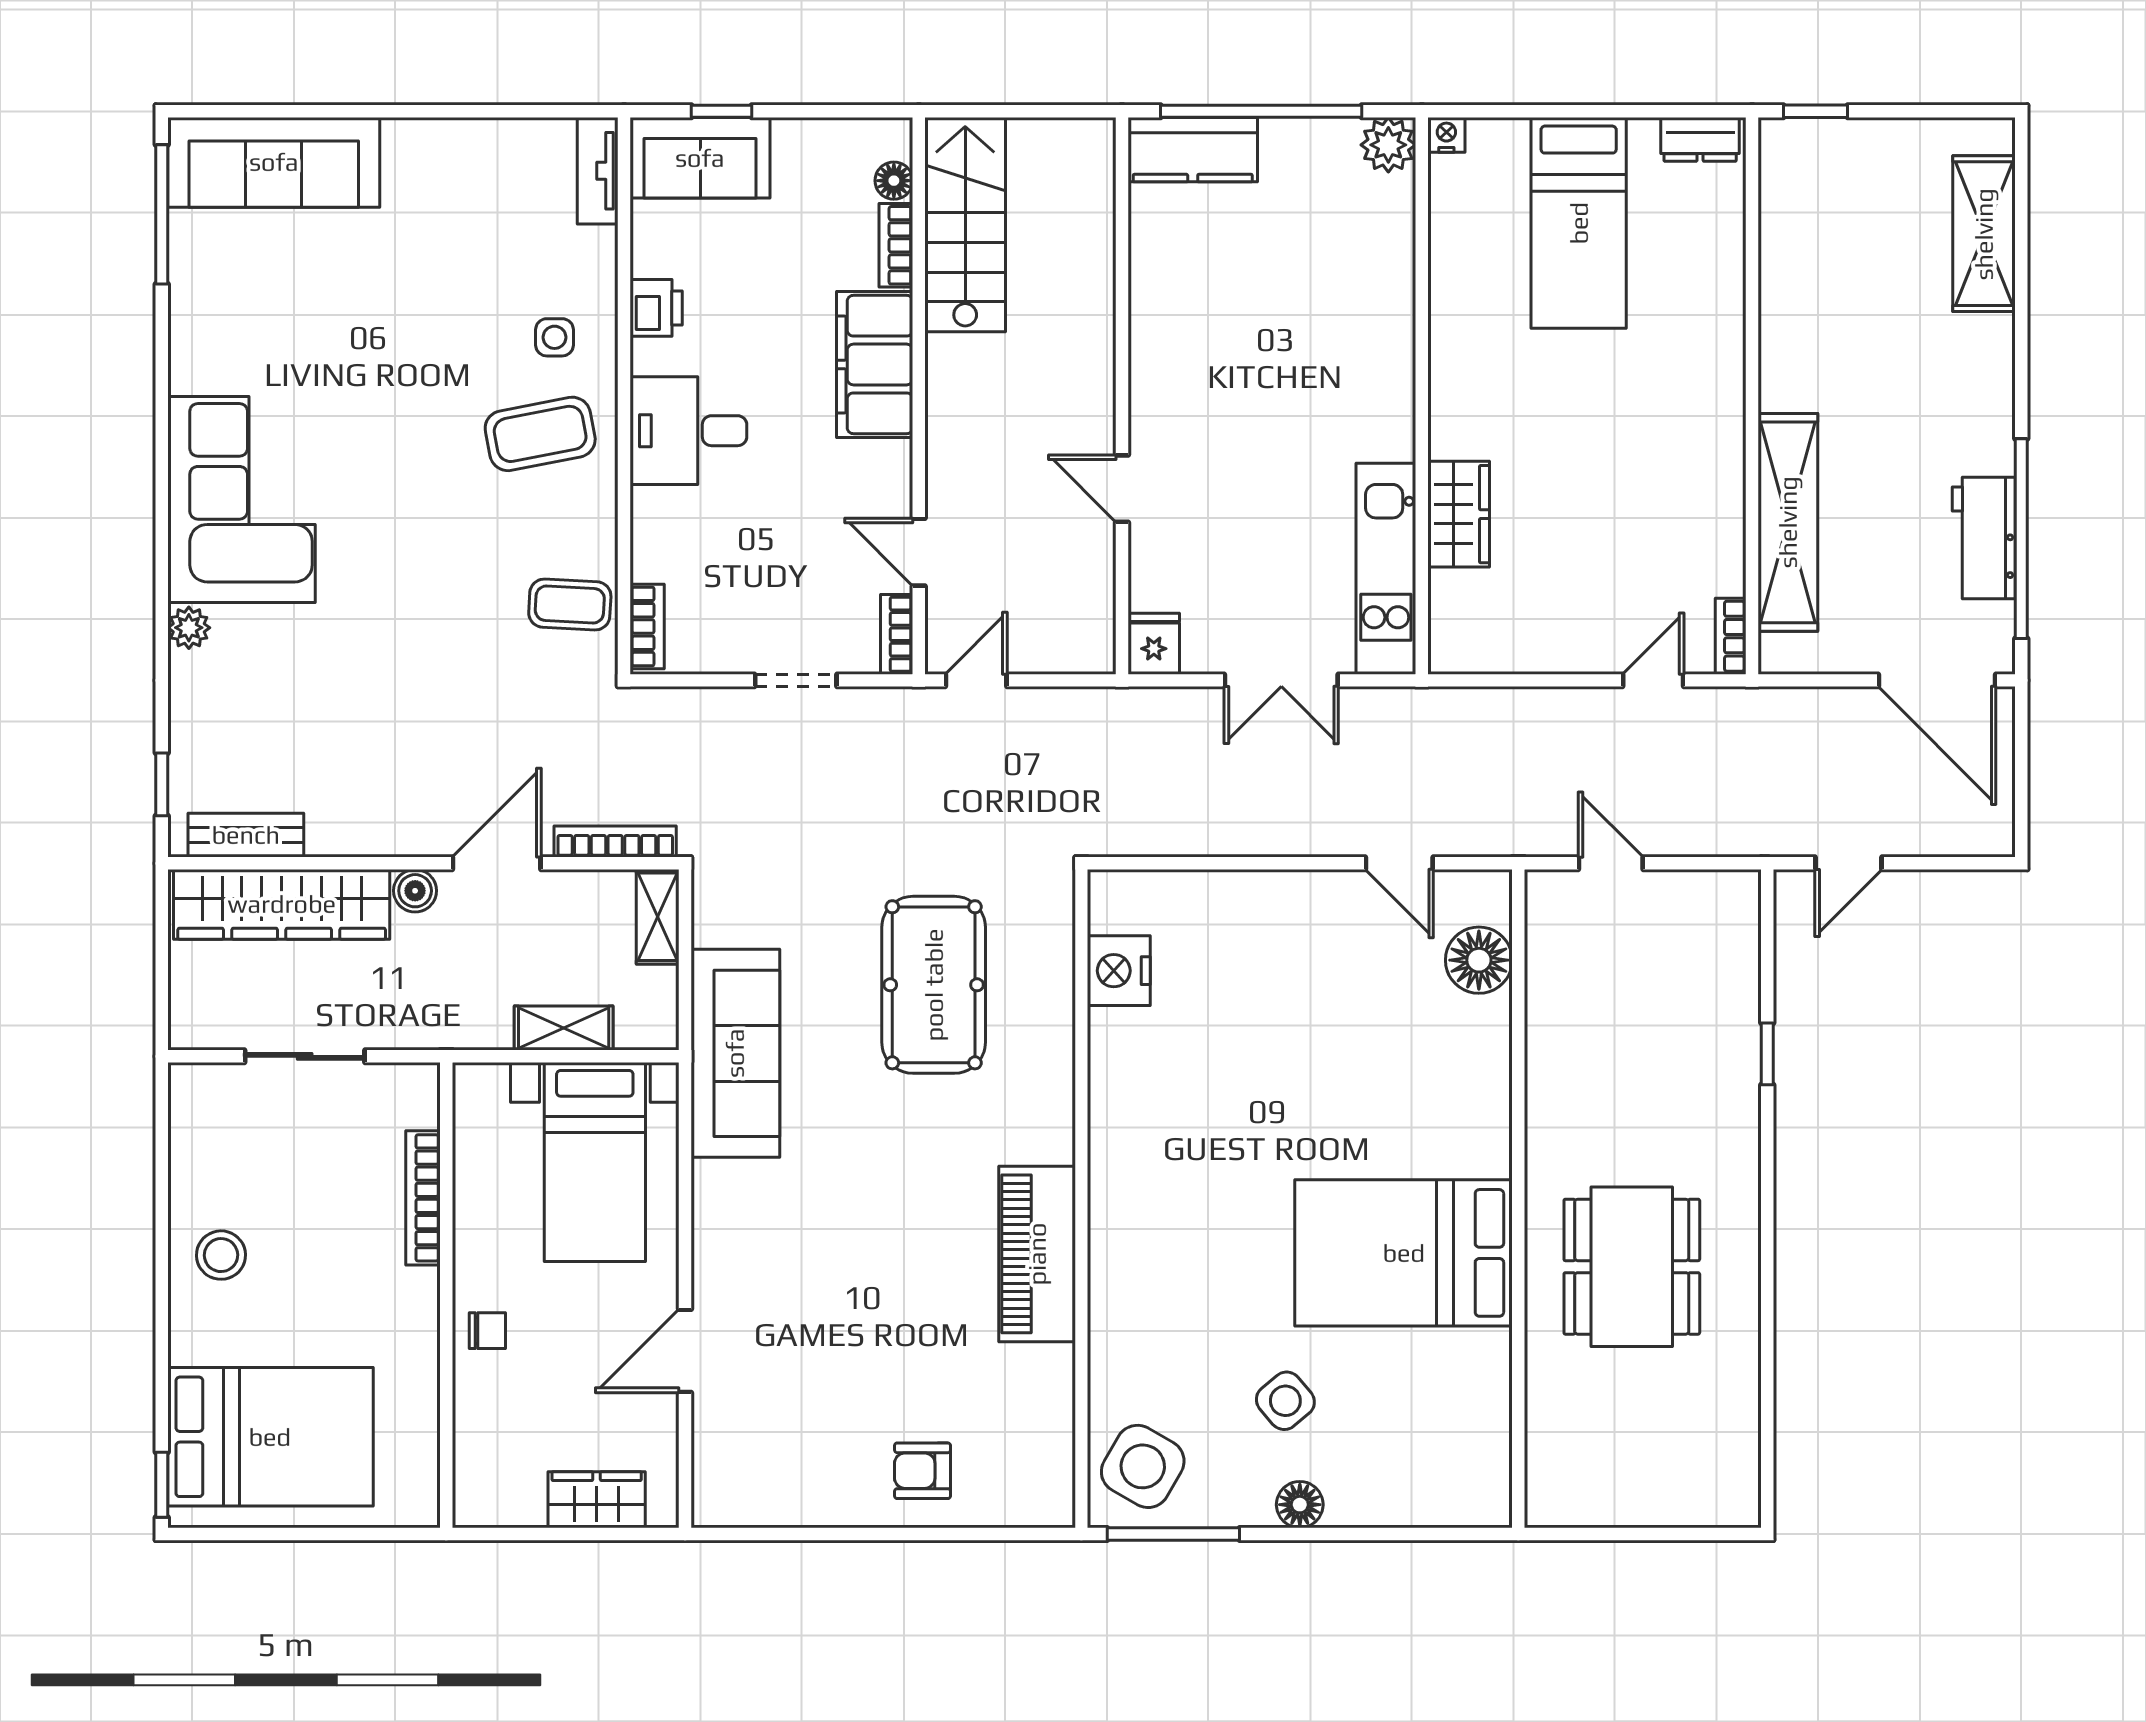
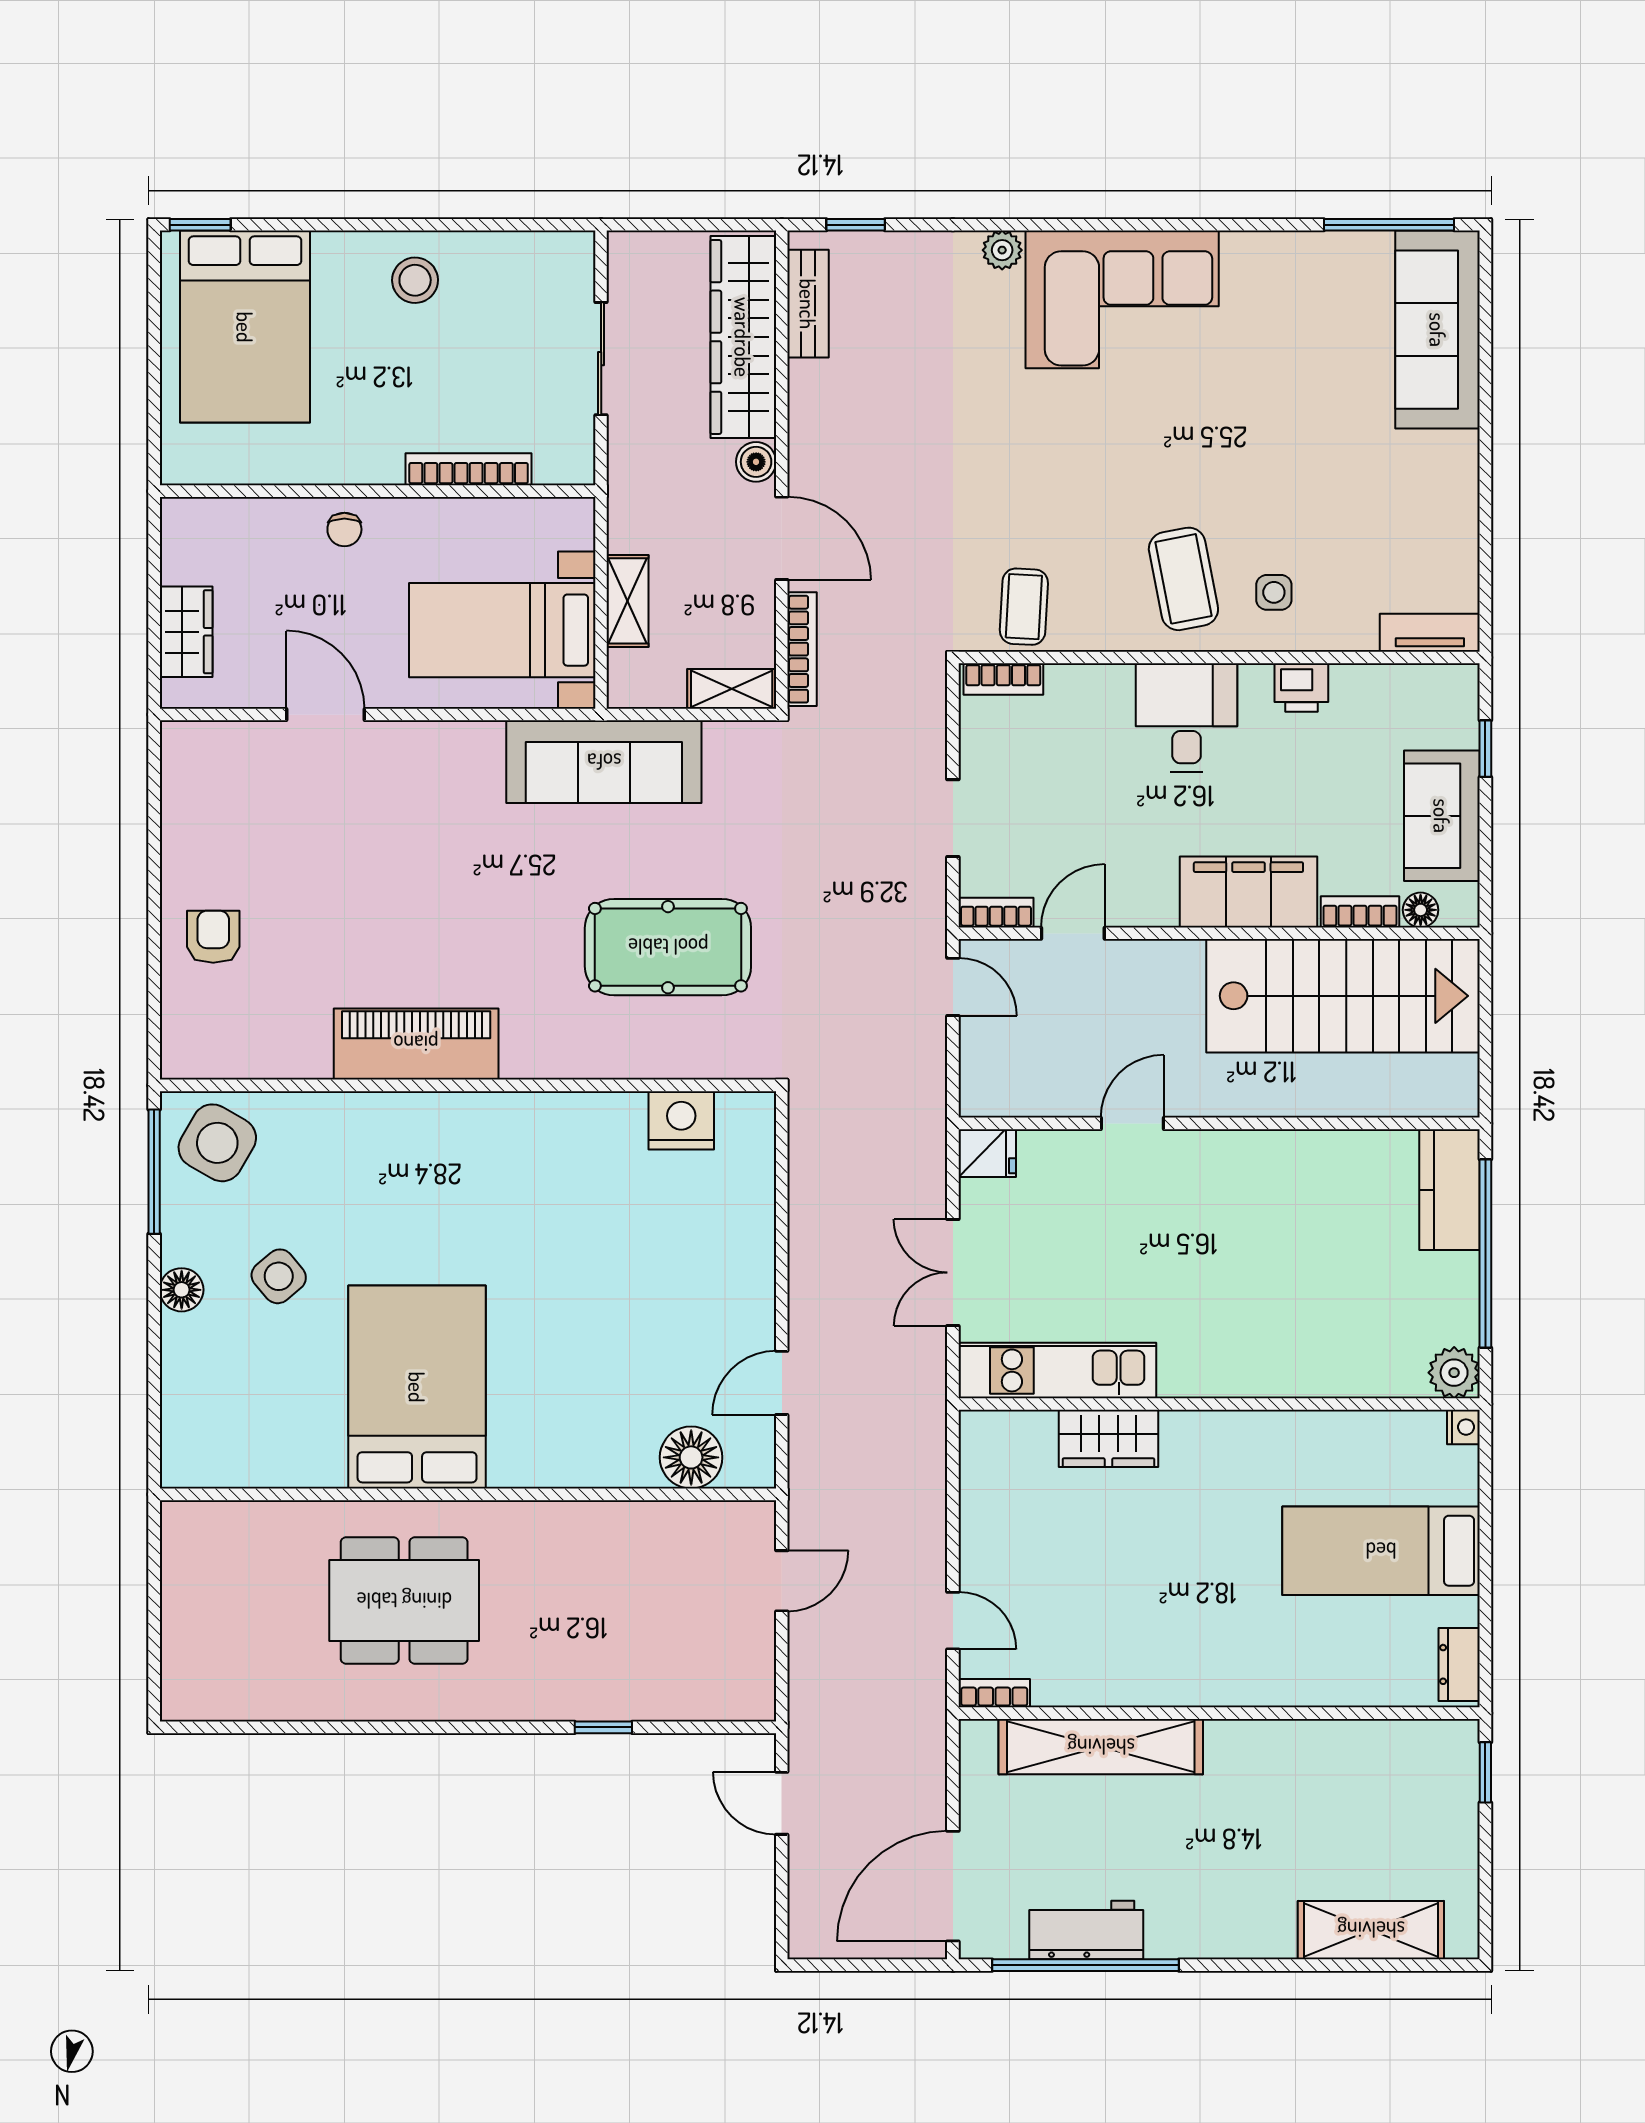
sofa: (700, 158) -> (1442, 816), moved
stairs: (965, 225) -> (1343, 996), width x1.36, depth x1.51

